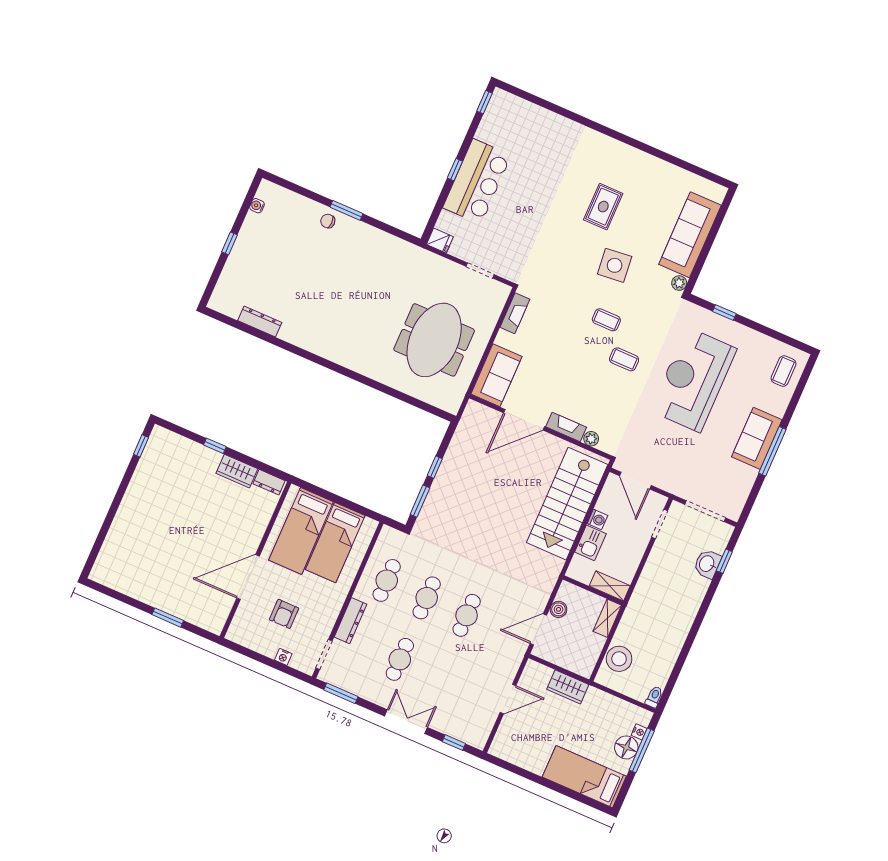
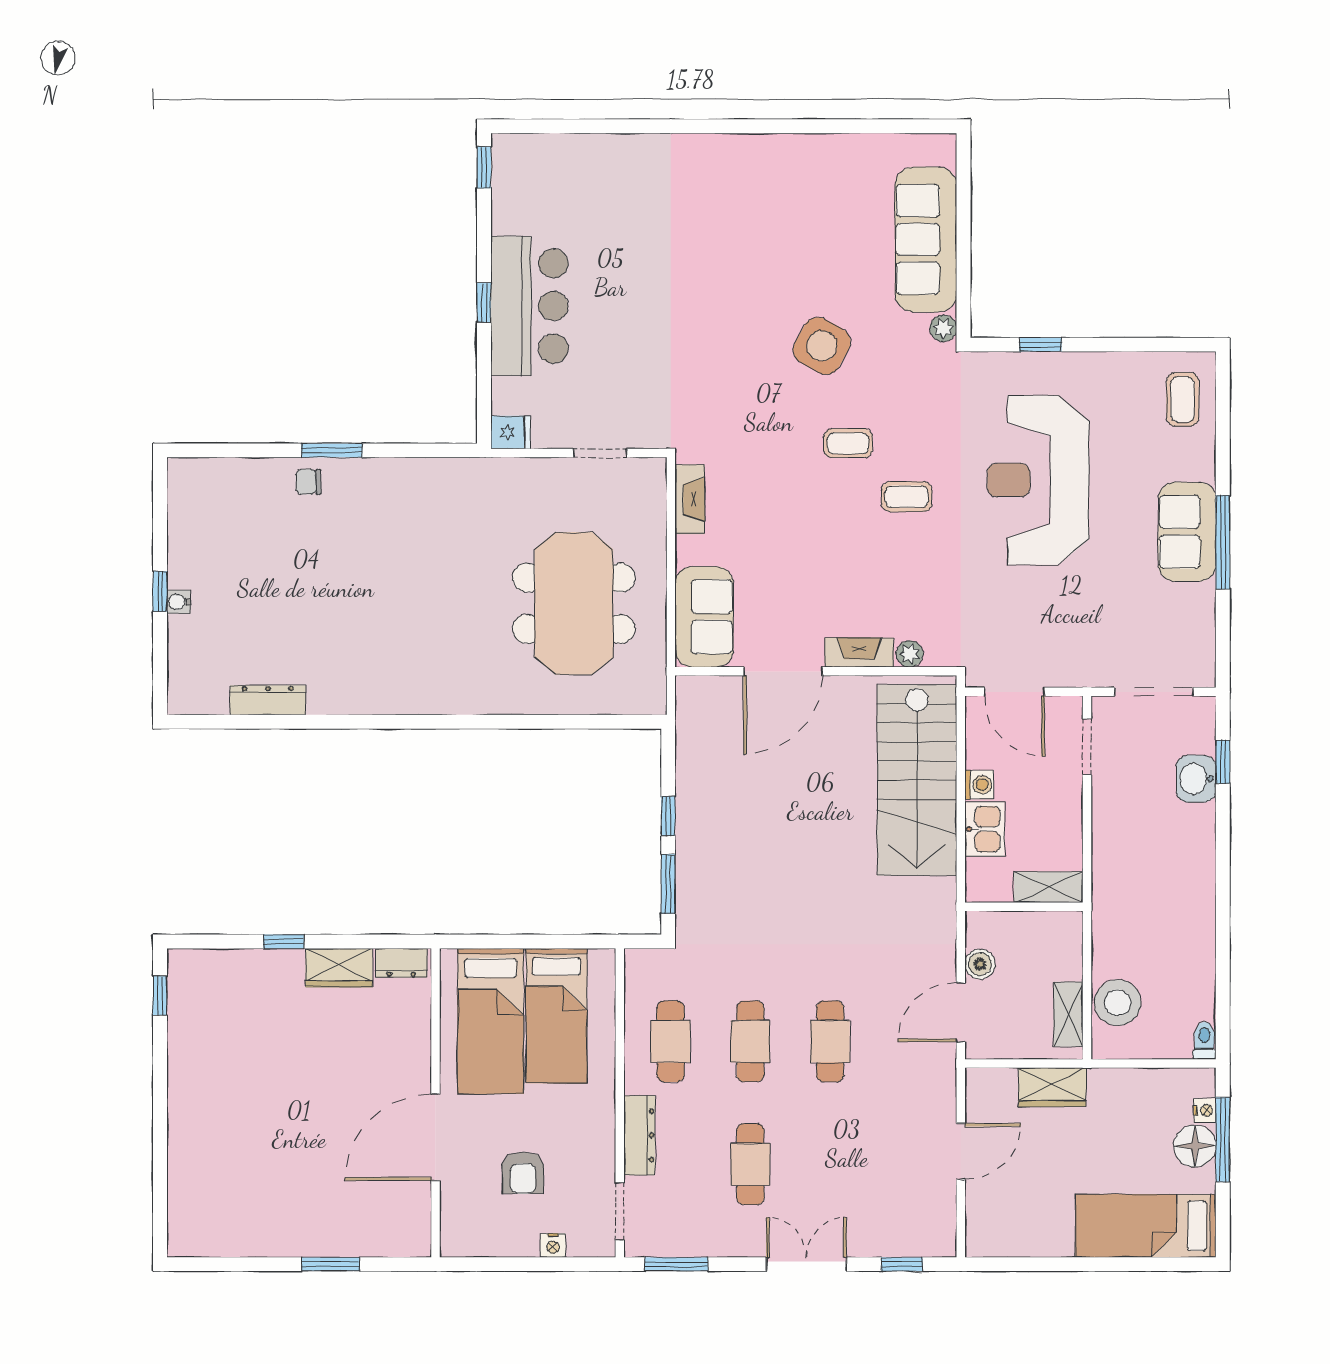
water cooler: (257, 206) -> (179, 602), moved
rug: (603, 207) -> (760, 256), removed
side table: (615, 265) -> (822, 346), turned 35
shelving: (607, 618) -> (1068, 1014), moved

